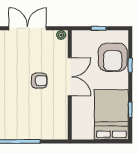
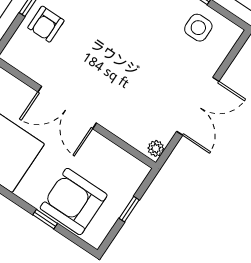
double door: (70, 77) -> (67, 107), moved
armchair: (39, 81) -> (46, 24), moved

